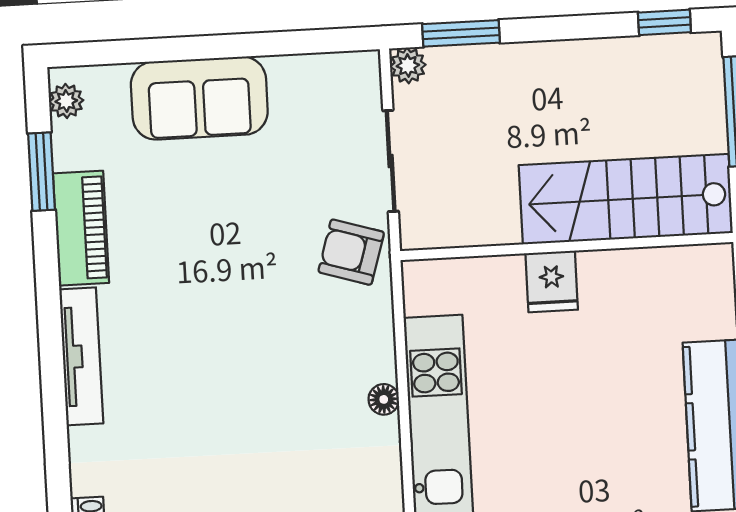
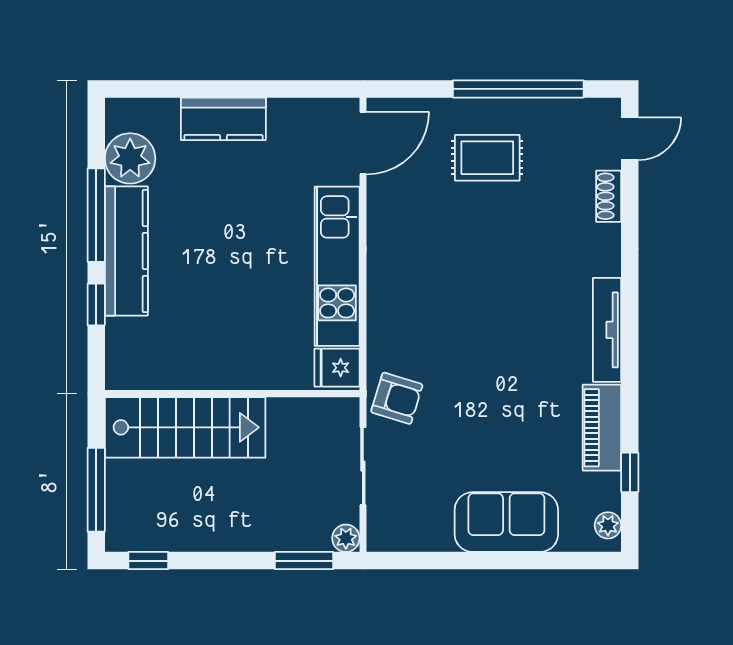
window: (41, 172) -> (630, 472), width x0.67
fridge: (552, 282) -> (337, 368), moved, turned -90
floor lamp: (384, 399) -> (378, 285), removed

